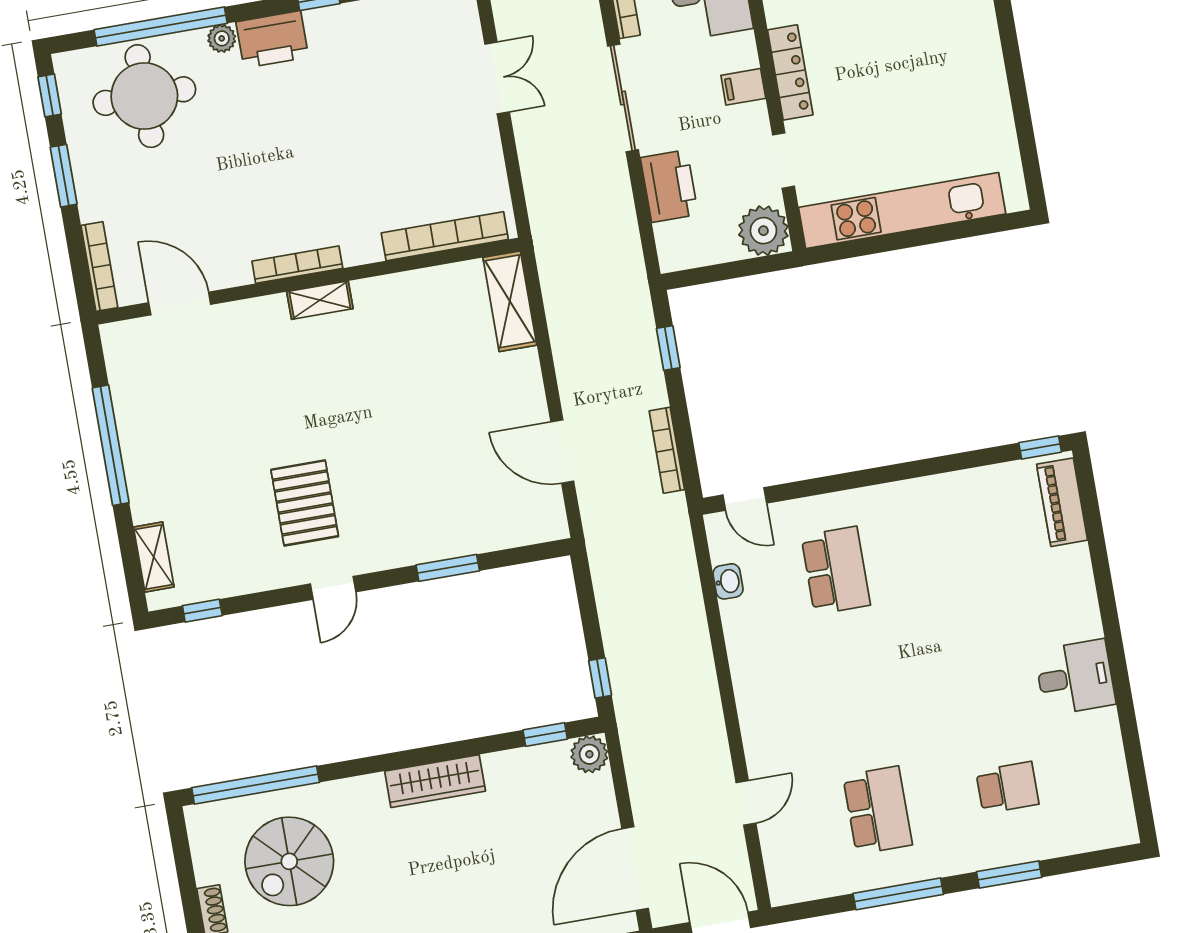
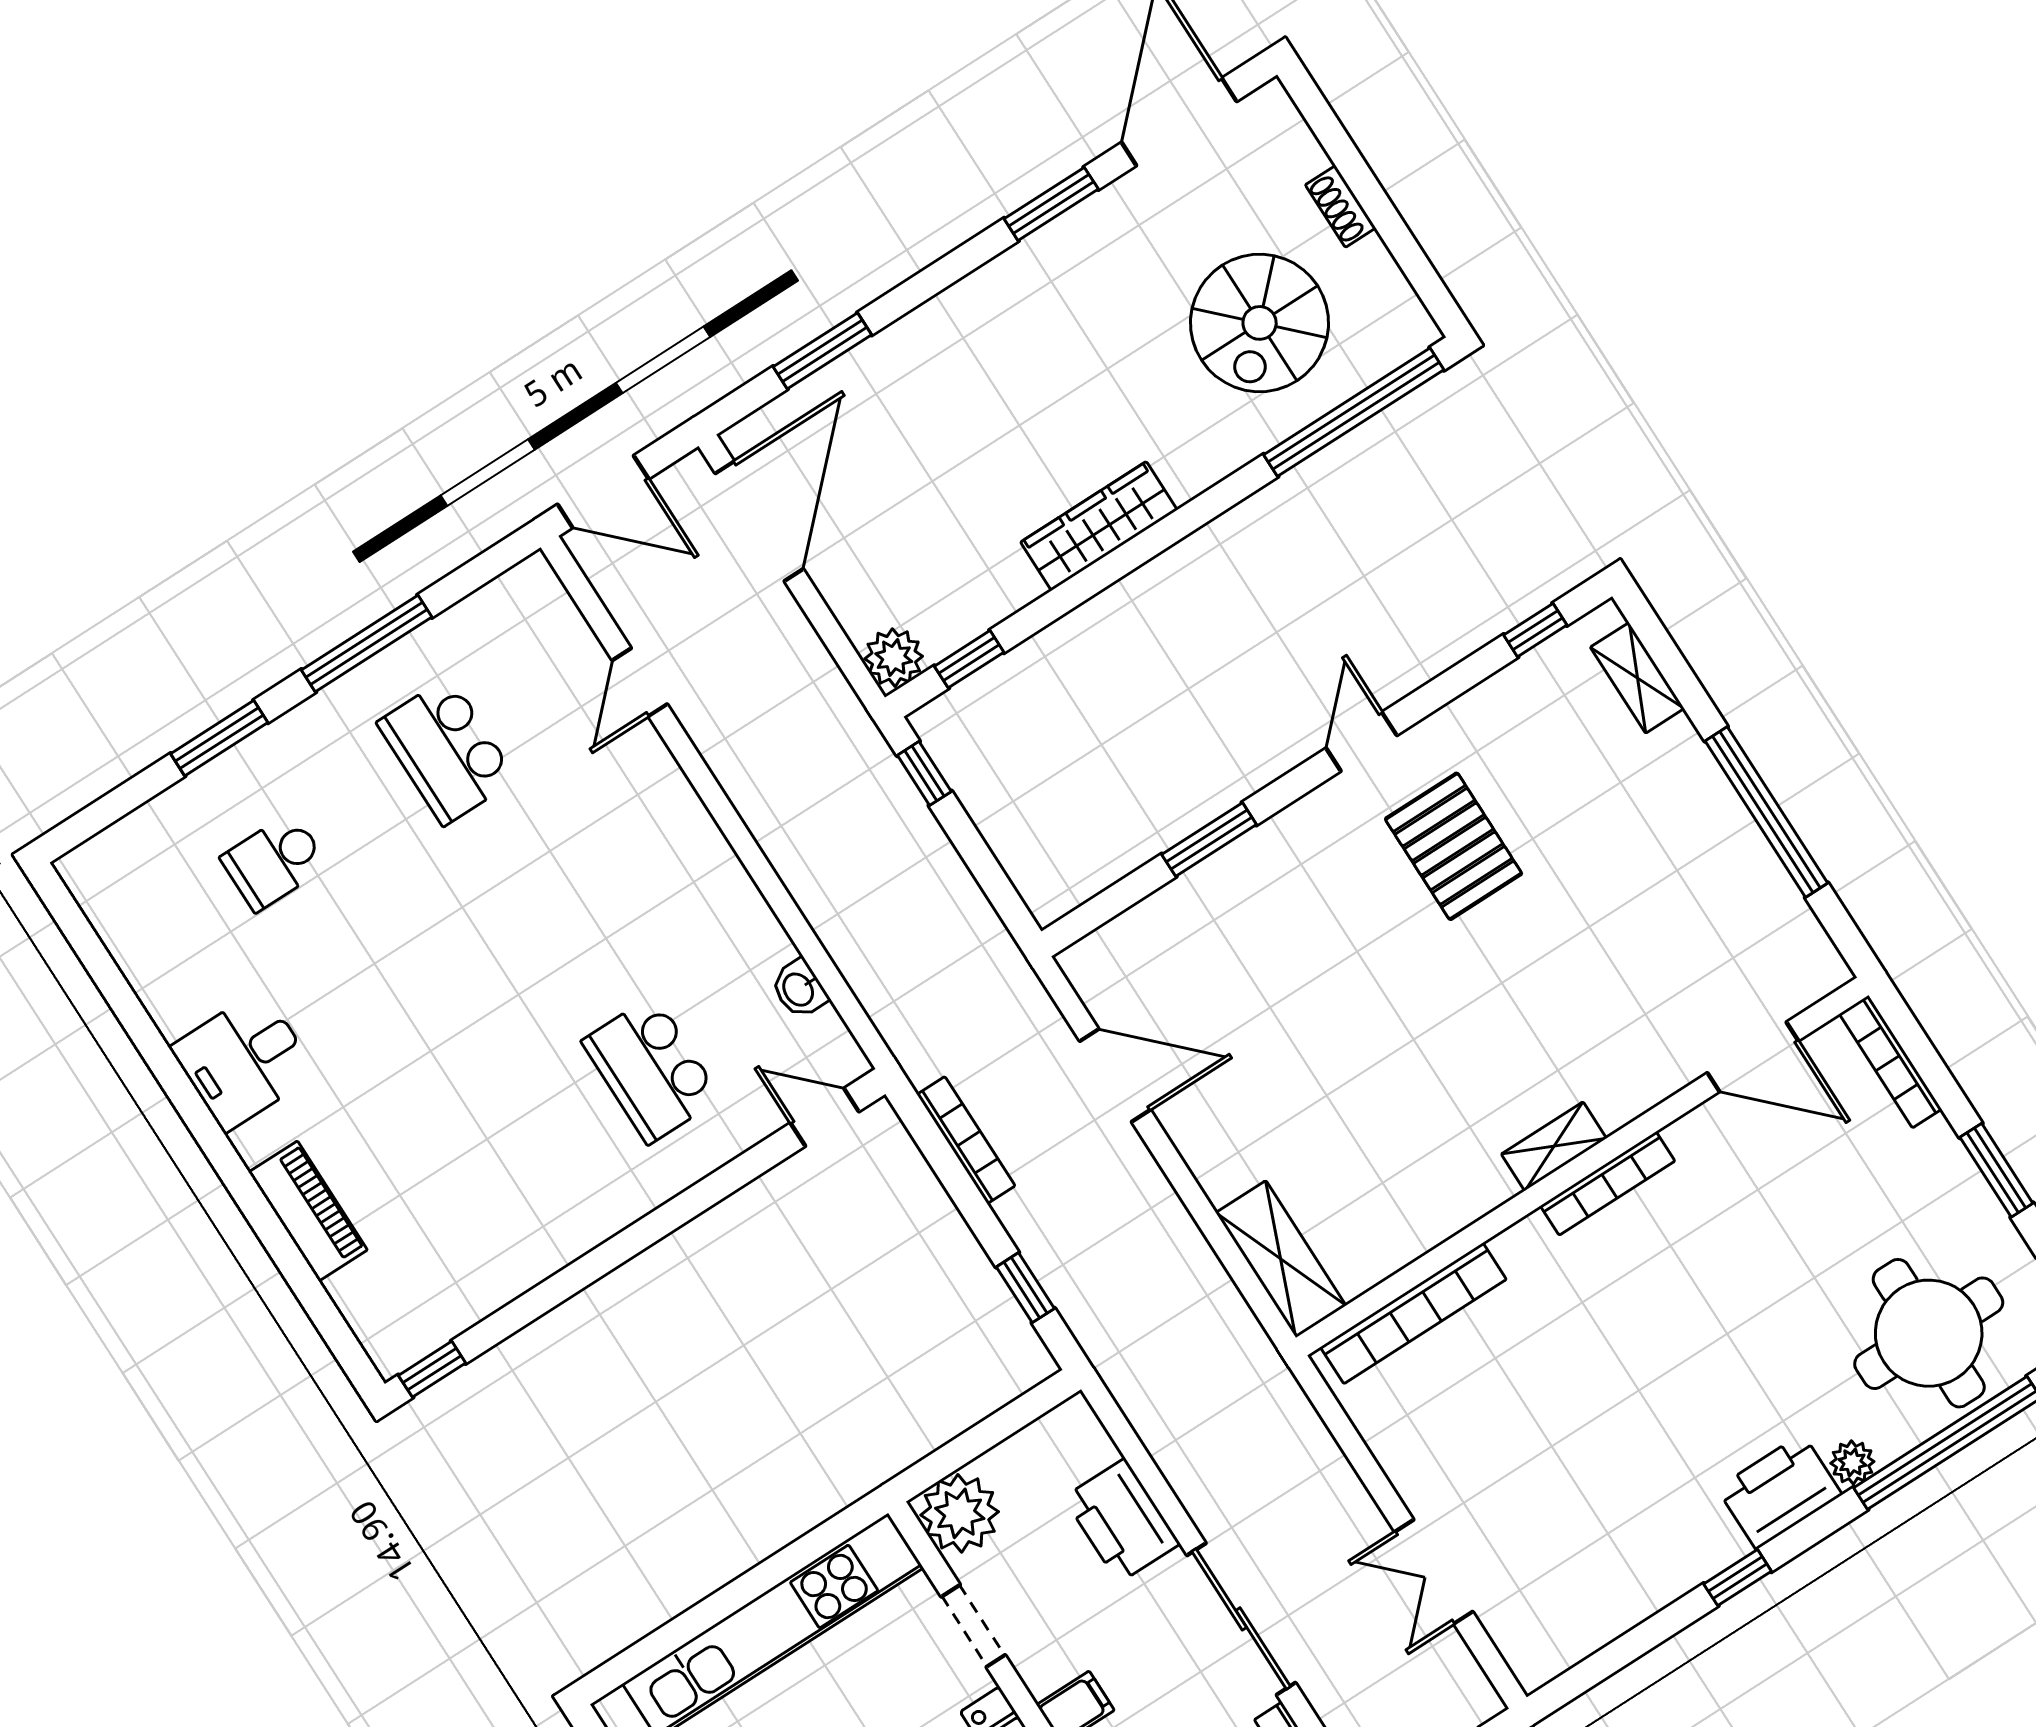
piano: (1062, 502) -> (308, 1211), moved
spiral stairs: (289, 861) -> (1260, 323), turned 180

